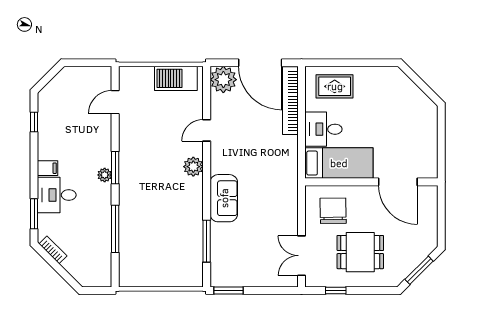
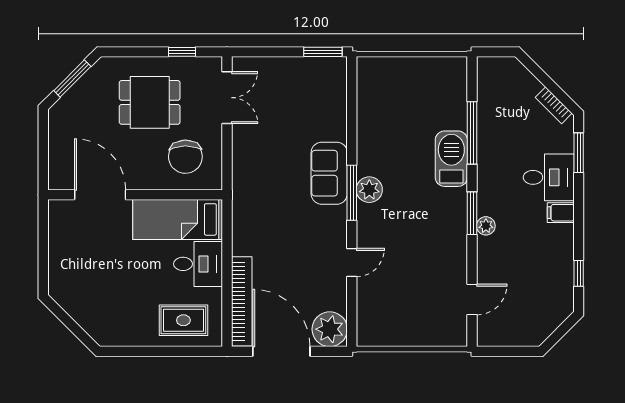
barbecue: (176, 78) -> (451, 159), moved, turned -90
plant: (193, 167) -> (369, 190), moved
plant: (105, 175) -> (486, 226), moved
window: (207, 241) -> (352, 193), moved

